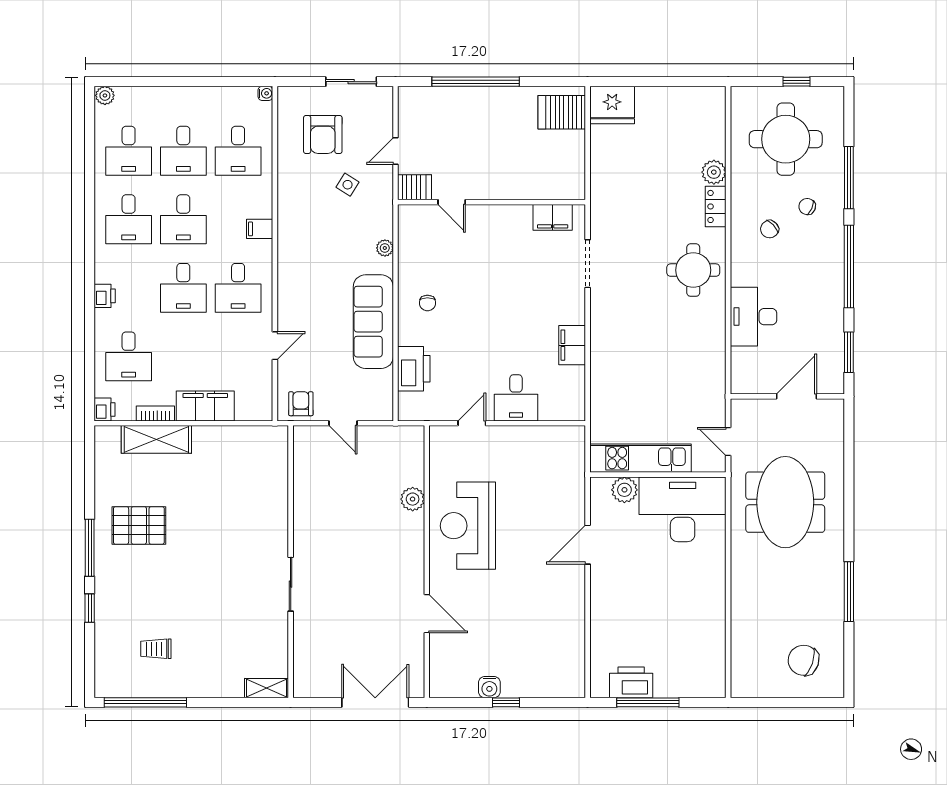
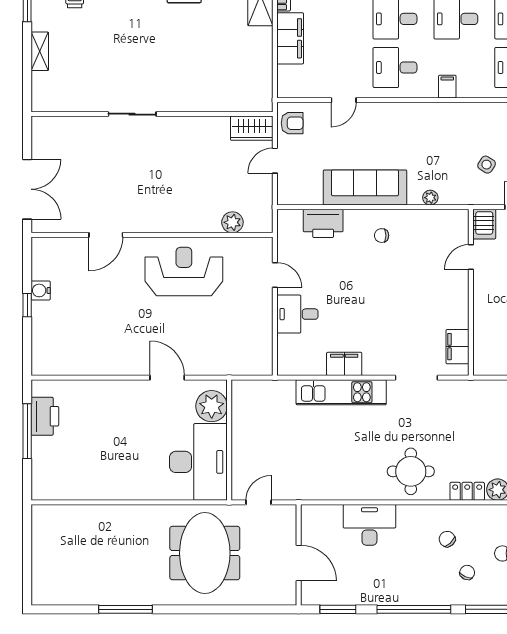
door: (275, 346) -> (344, 100), hinge flipped
wardrobe: (307, 449) -> (252, 128), added
kitchen unit: (640, 458) -> (341, 392), moved, turned 90
plant: (624, 490) -> (212, 406), width x1.36, depth x1.36
plant: (413, 499) -> (232, 222), moved
meeting table: (785, 502) -> (205, 553), turned 90
chair: (804, 660) -> (64, 569), removed
shelving: (266, 688) -> (40, 51), moved

